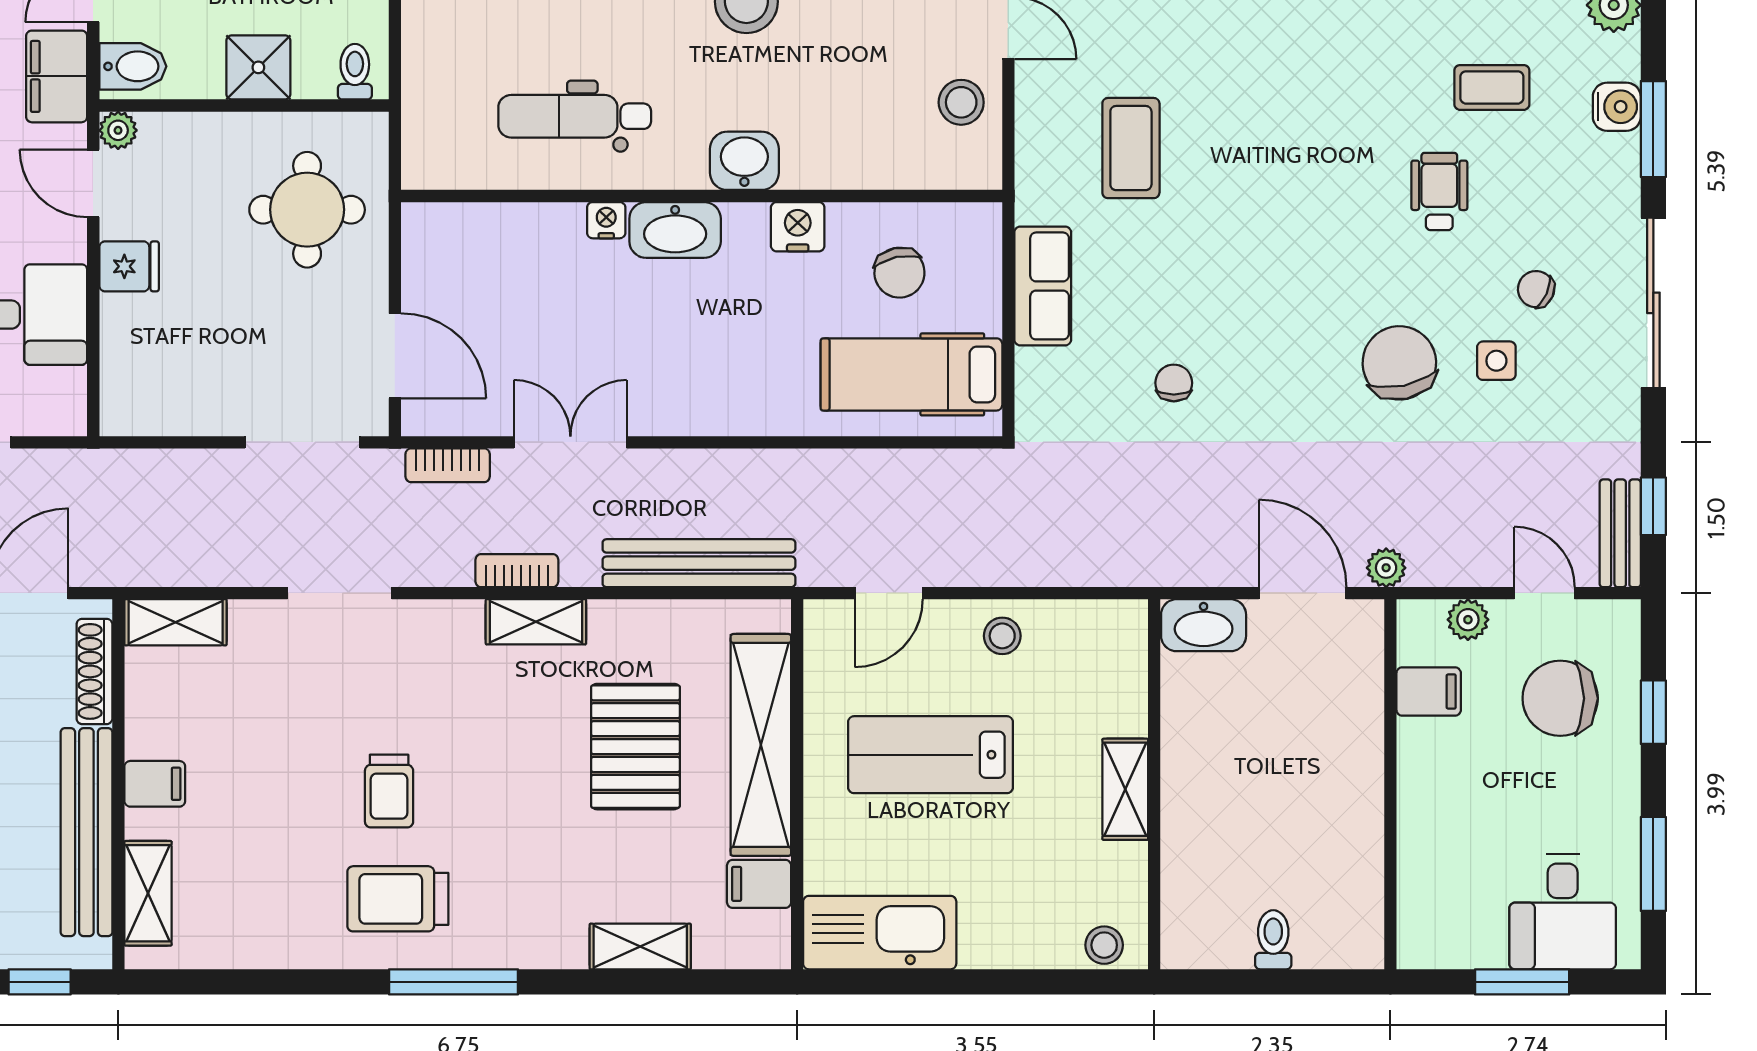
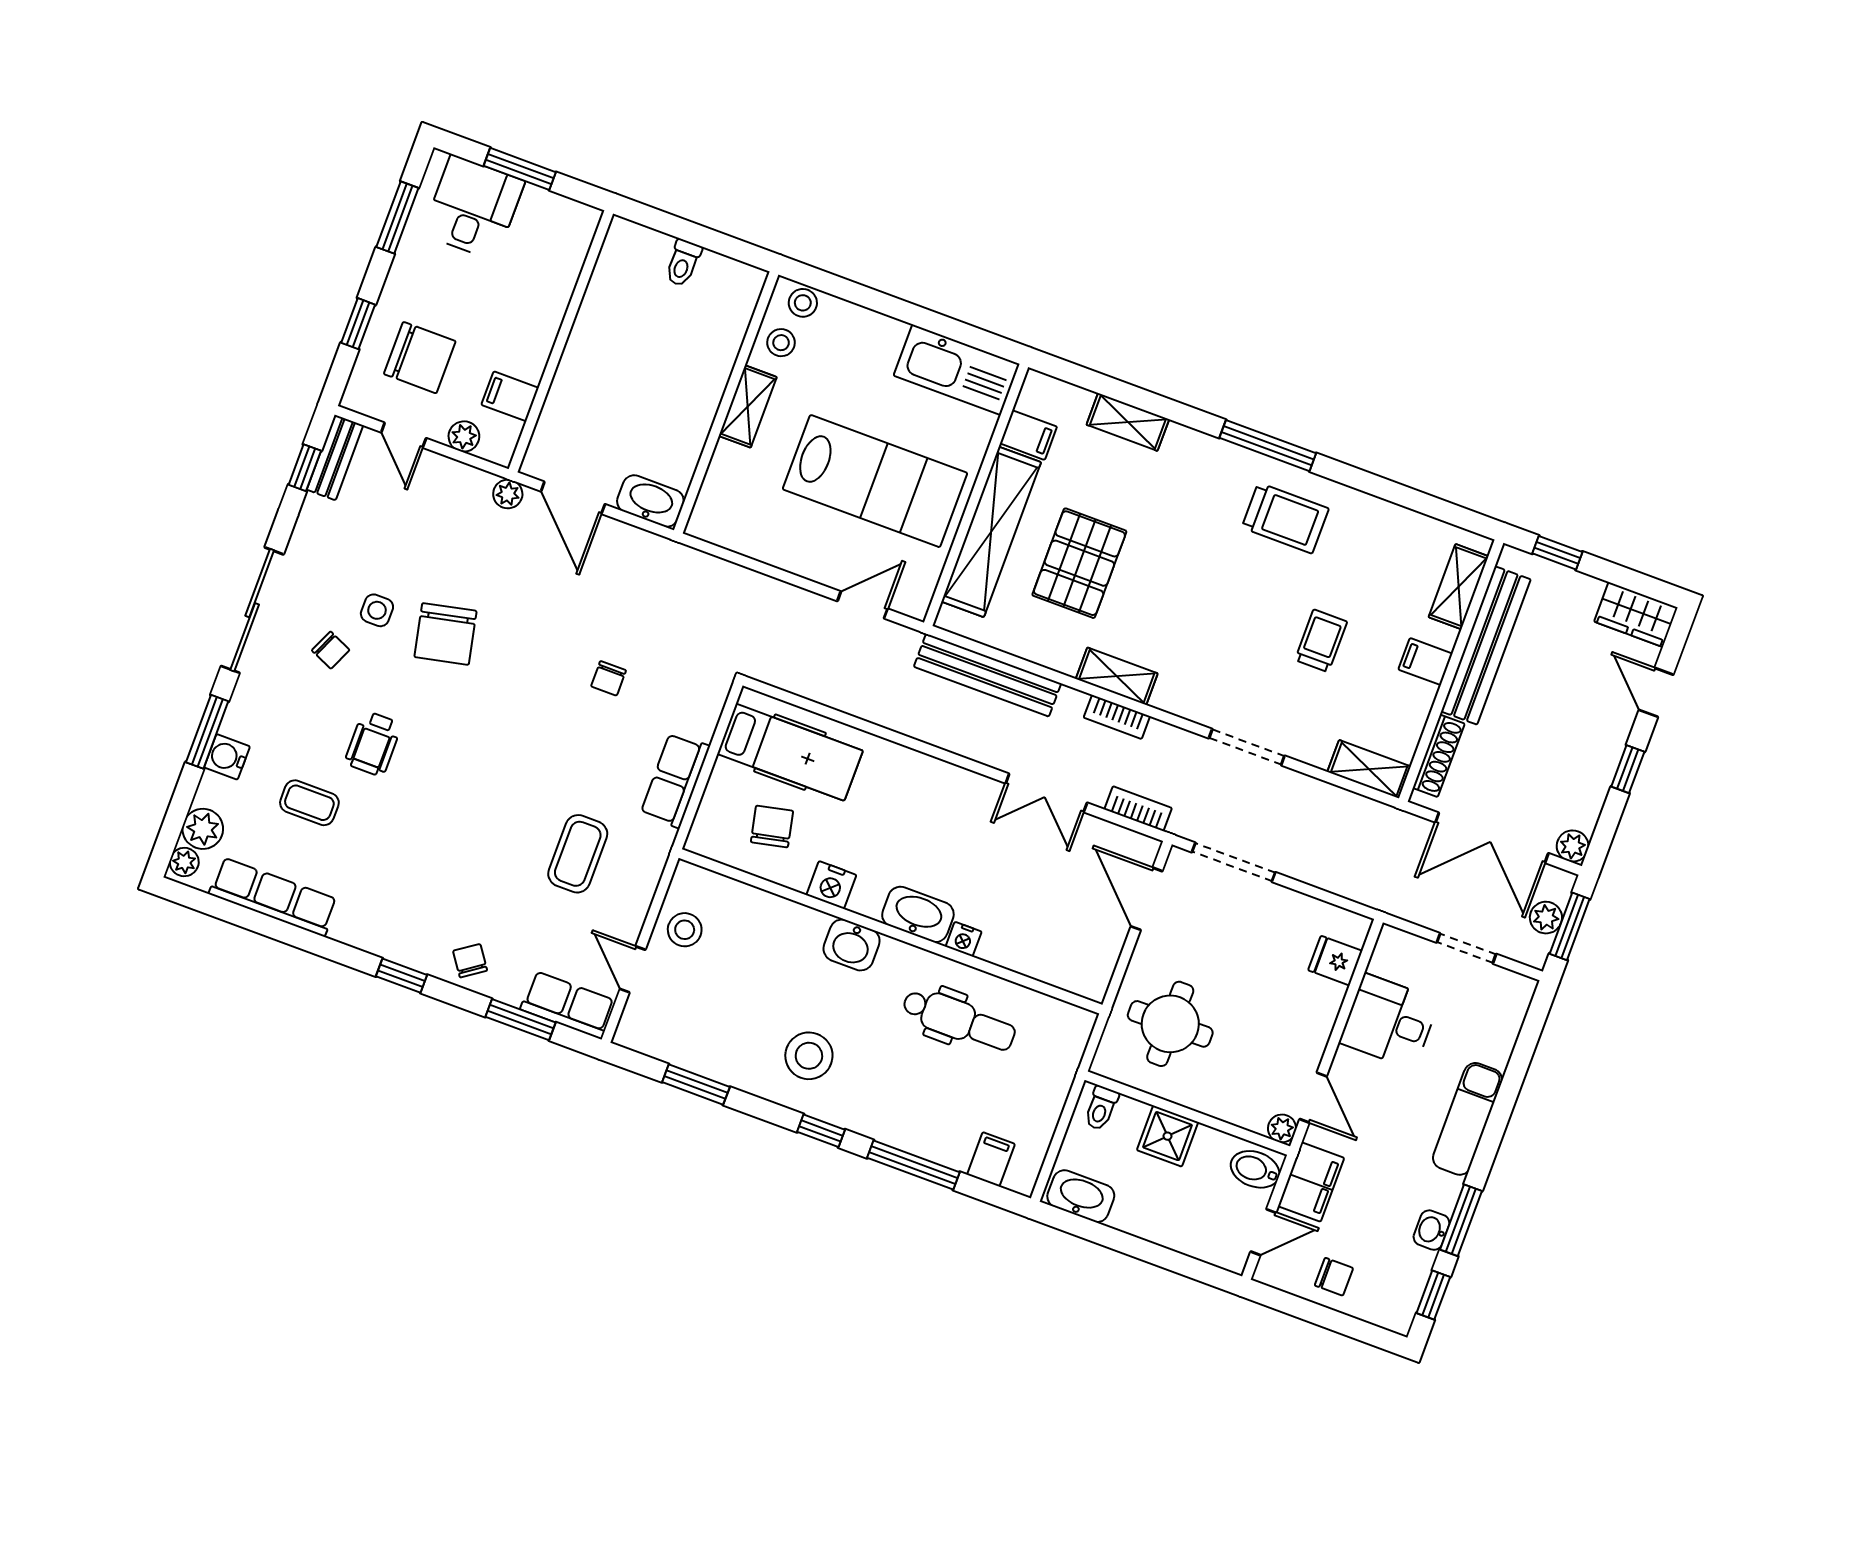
fridge: (129, 266) -> (1335, 961), moved
stool: (1002, 636) -> (781, 343), moved
lab bench: (930, 755) -> (875, 481), width x1.36, depth x1.39
trolley: (389, 791) -> (1321, 641), moved

